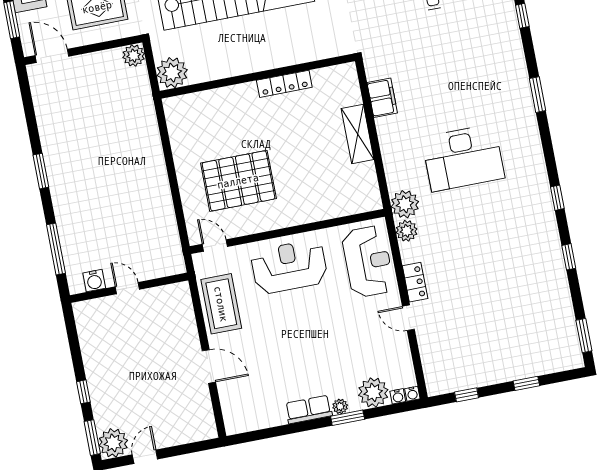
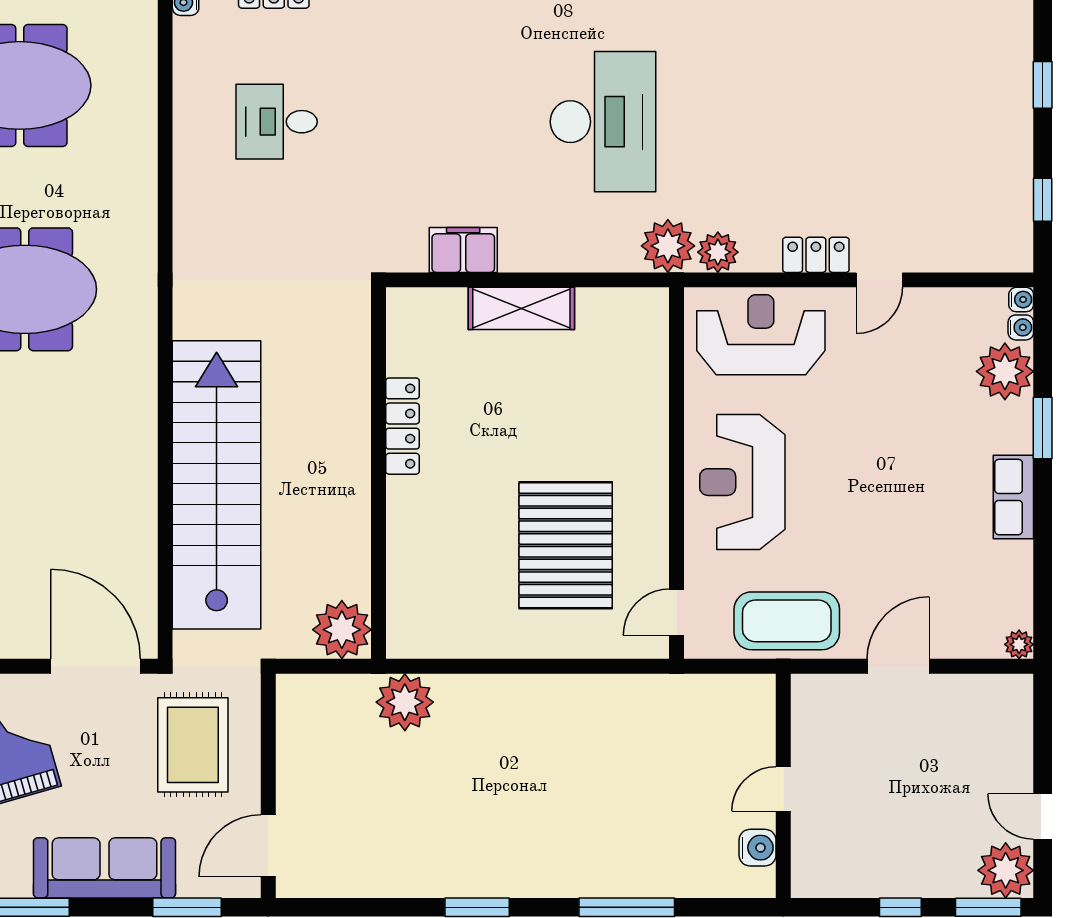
plant: (134, 56) -> (405, 702), moved, width x1.36, depth x1.36
water cooler: (94, 281) -> (758, 848), moved
door: (127, 288) -> (783, 789), moved
wall: (129, 288) -> (783, 786), moved
plant: (340, 406) -> (1019, 644), moved

